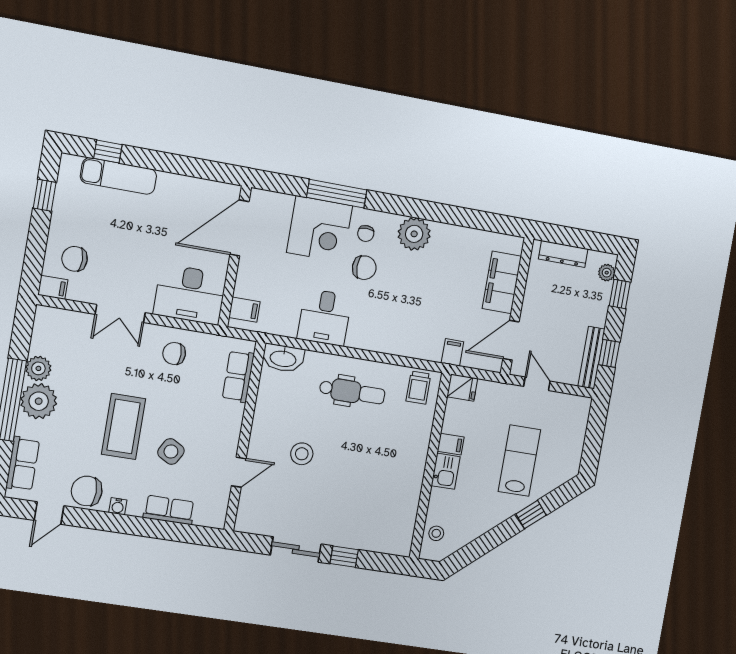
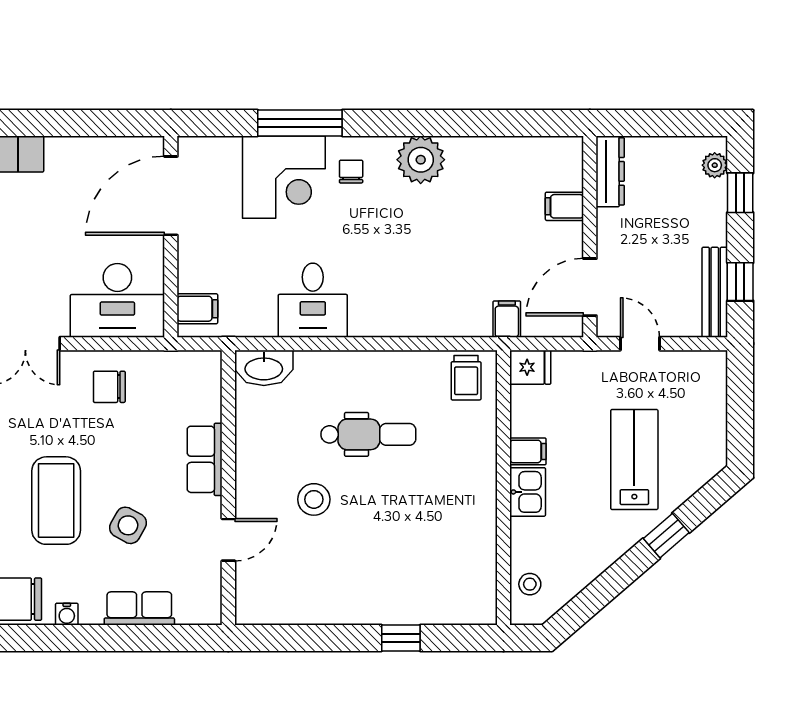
chair: (366, 233) -> (351, 172), turned 180
dresser: (563, 254) -> (610, 171), moved, turned -90
chair: (364, 268) -> (357, 220), removed
filing cabinet: (502, 282) -> (564, 206), width x0.33, depth x0.86
row of seats: (238, 376) -> (205, 459), moved
dental chair: (352, 392) -> (368, 434), moved
sliding door: (296, 550) -> (329, 638), removed

